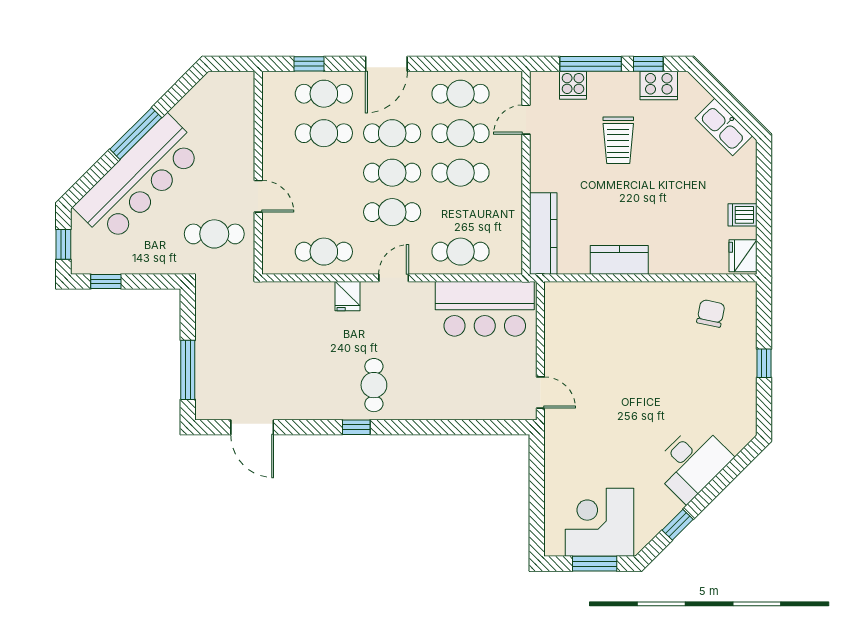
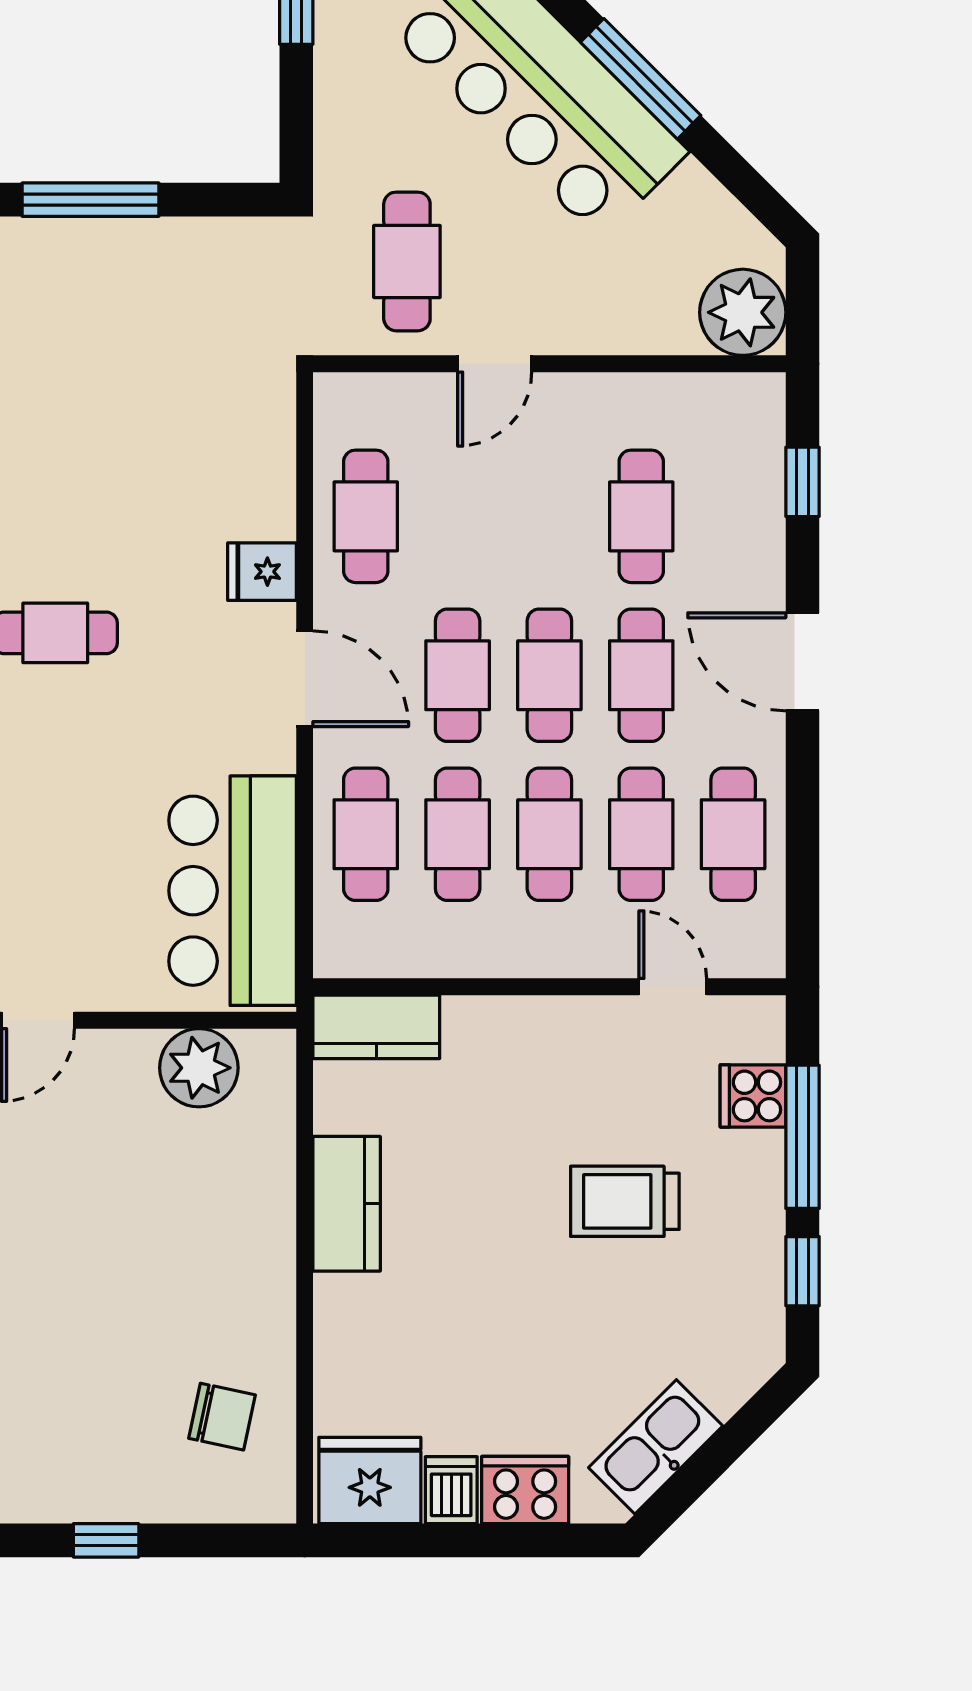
cooker: (659, 85) -> (525, 1490), moved, turned 90
plant: (236, 90) -> (743, 312), added
cafe table: (324, 94) -> (458, 834), moved
kitchen counter: (543, 233) -> (376, 1027), width x0.67
fridge: (743, 256) -> (370, 1480), width x1.36, depth x1.34
door: (394, 278) -> (305, 679), width x1.38
plant: (561, 323) -> (199, 1068), added

